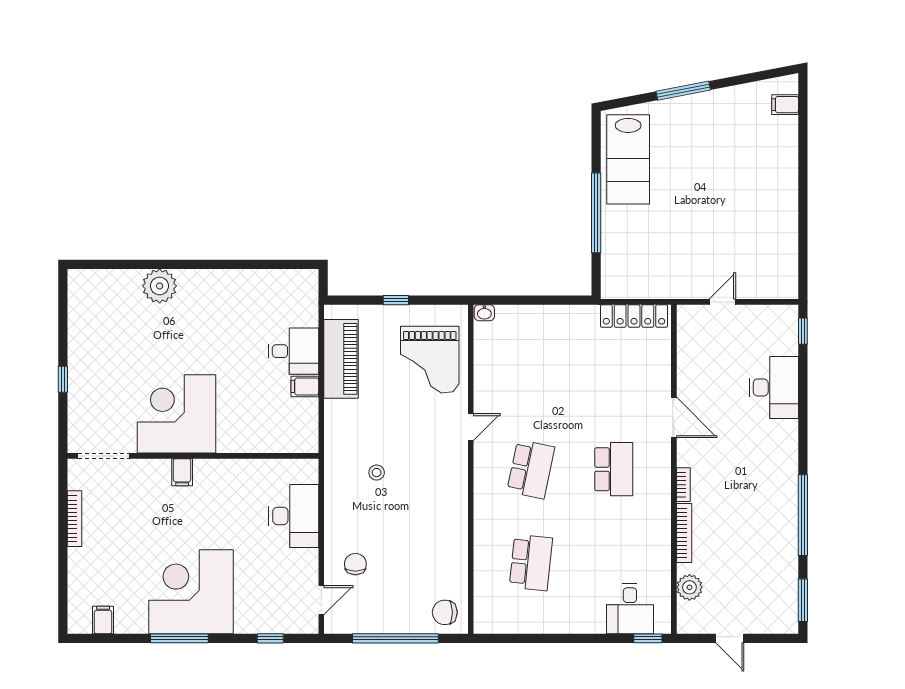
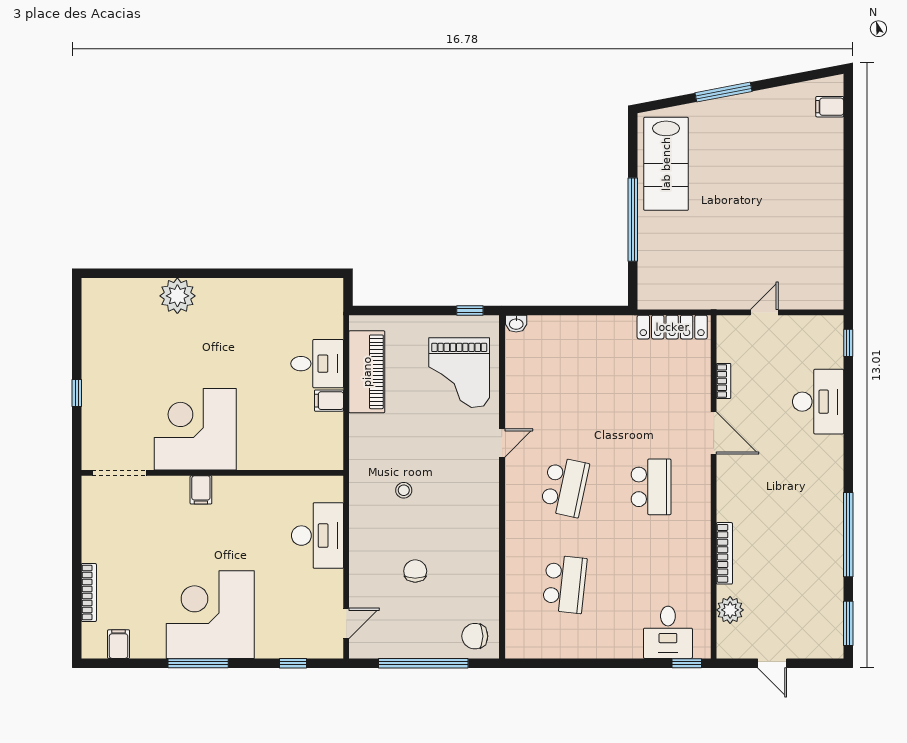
window: (396, 300) -> (470, 310), moved
bookcase: (683, 485) -> (724, 381), moved
bookcase: (75, 519) -> (89, 592), moved
chair: (355, 564) -> (415, 571), moved

